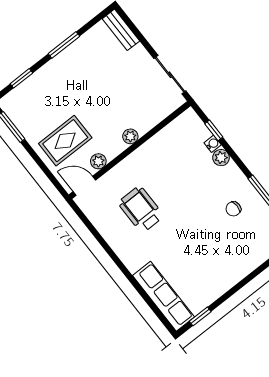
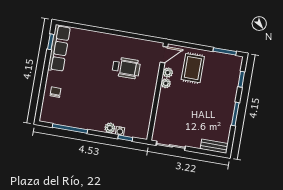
plant: (130, 136) -> (166, 83), moved
chair: (233, 209) -> (56, 92), moved
row of seats: (163, 296) -> (59, 48), moved, turned -90

